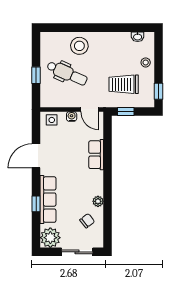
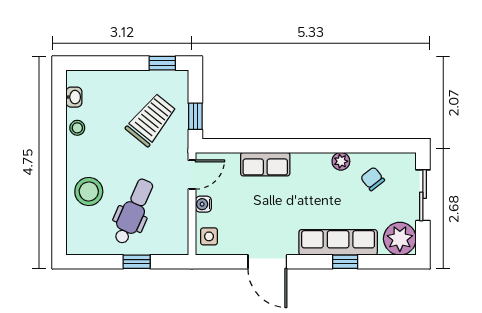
stool: (146, 62) -> (77, 128), moved
trolley: (124, 84) -> (151, 120), turned -141

